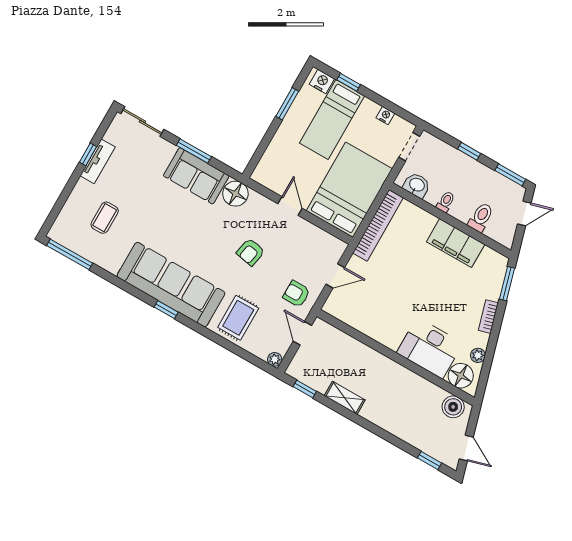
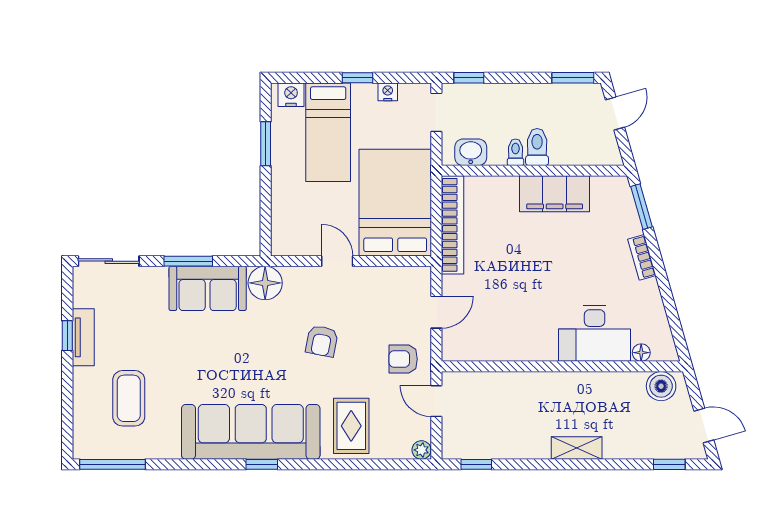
window: (349, 82) -> (357, 78), moved
window: (469, 151) -> (469, 78), moved
toilet: (481, 217) -> (537, 147), moved
coffee table: (105, 218) -> (129, 398), width x1.36, depth x1.30
plant: (478, 355) -> (655, 310), removed
floor lamp: (461, 376) -> (641, 353), width x0.53, depth x0.53
shelving: (345, 398) -> (577, 448), moved

